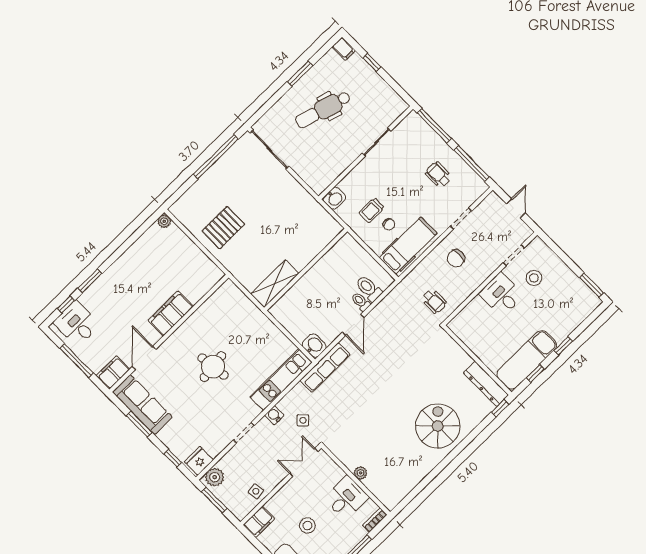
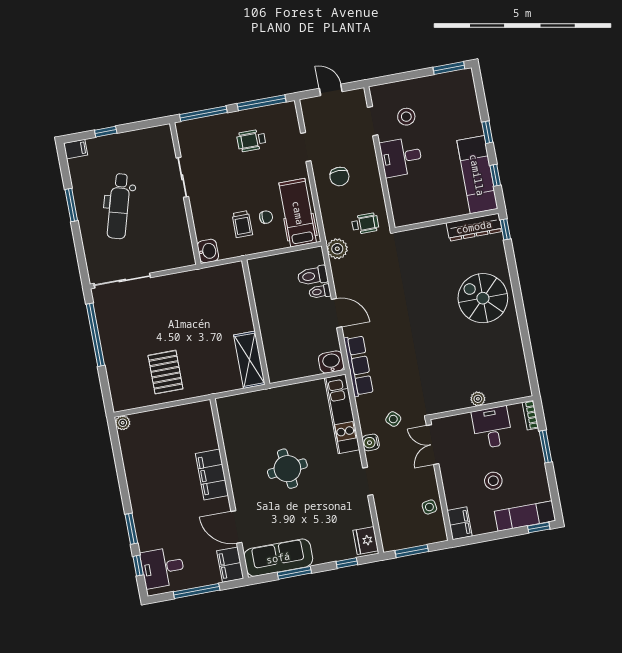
plant: (215, 477) -> (337, 249), moved

